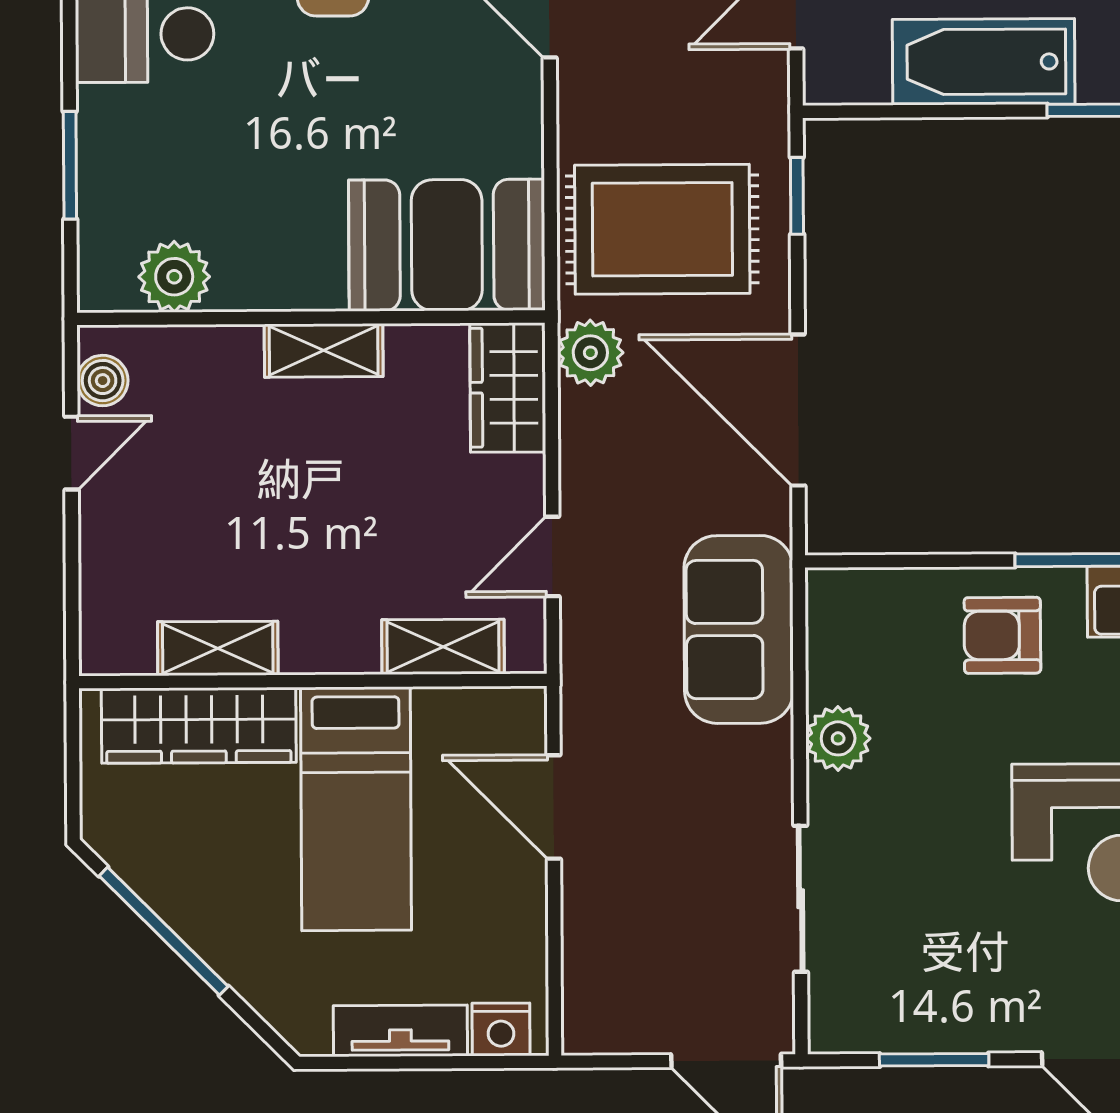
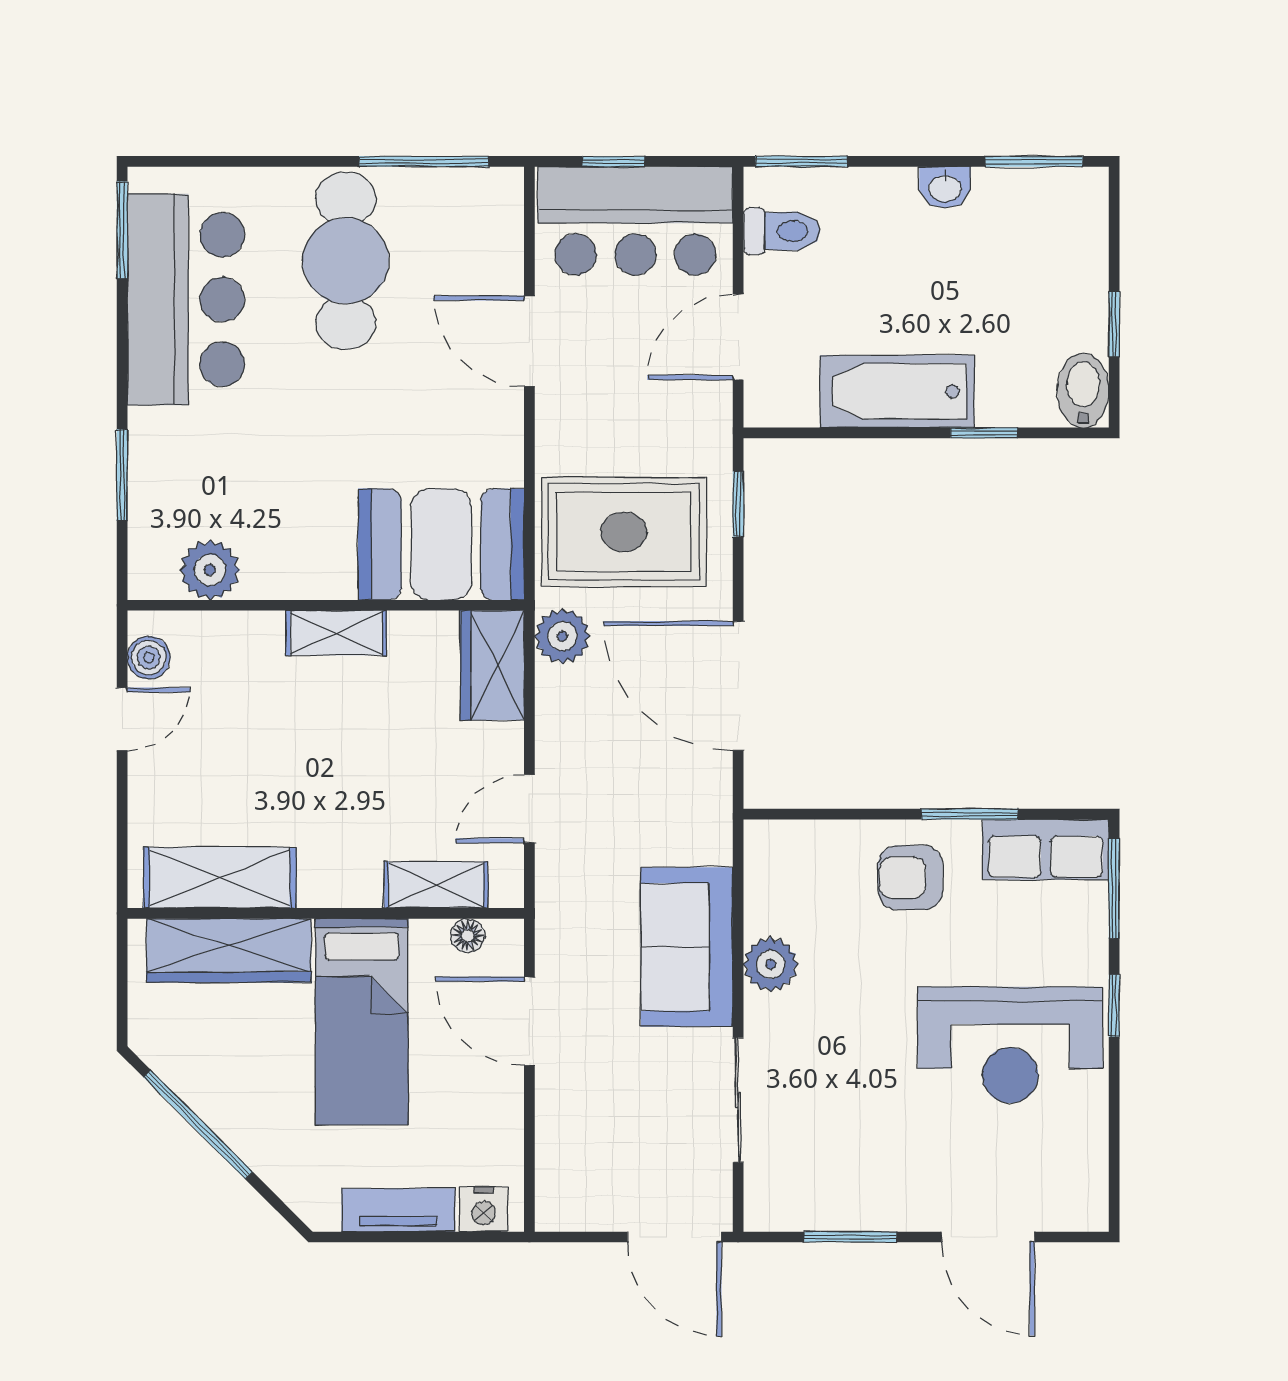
sofa: (739, 629) -> (687, 947), moved
shelving: (218, 648) -> (220, 878), width x1.50, depth x1.33
floor lamp: (480, 707) -> (468, 936), added

